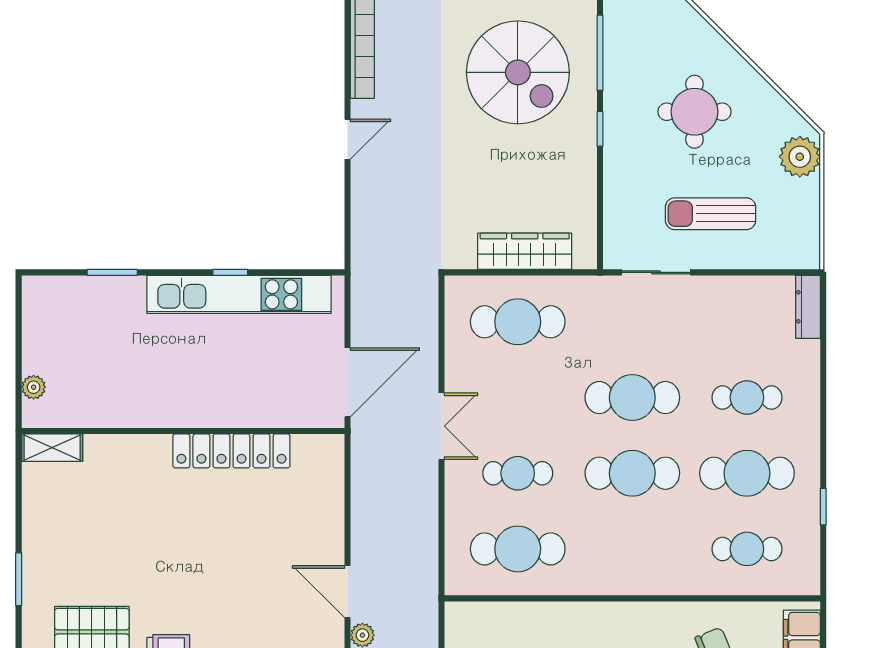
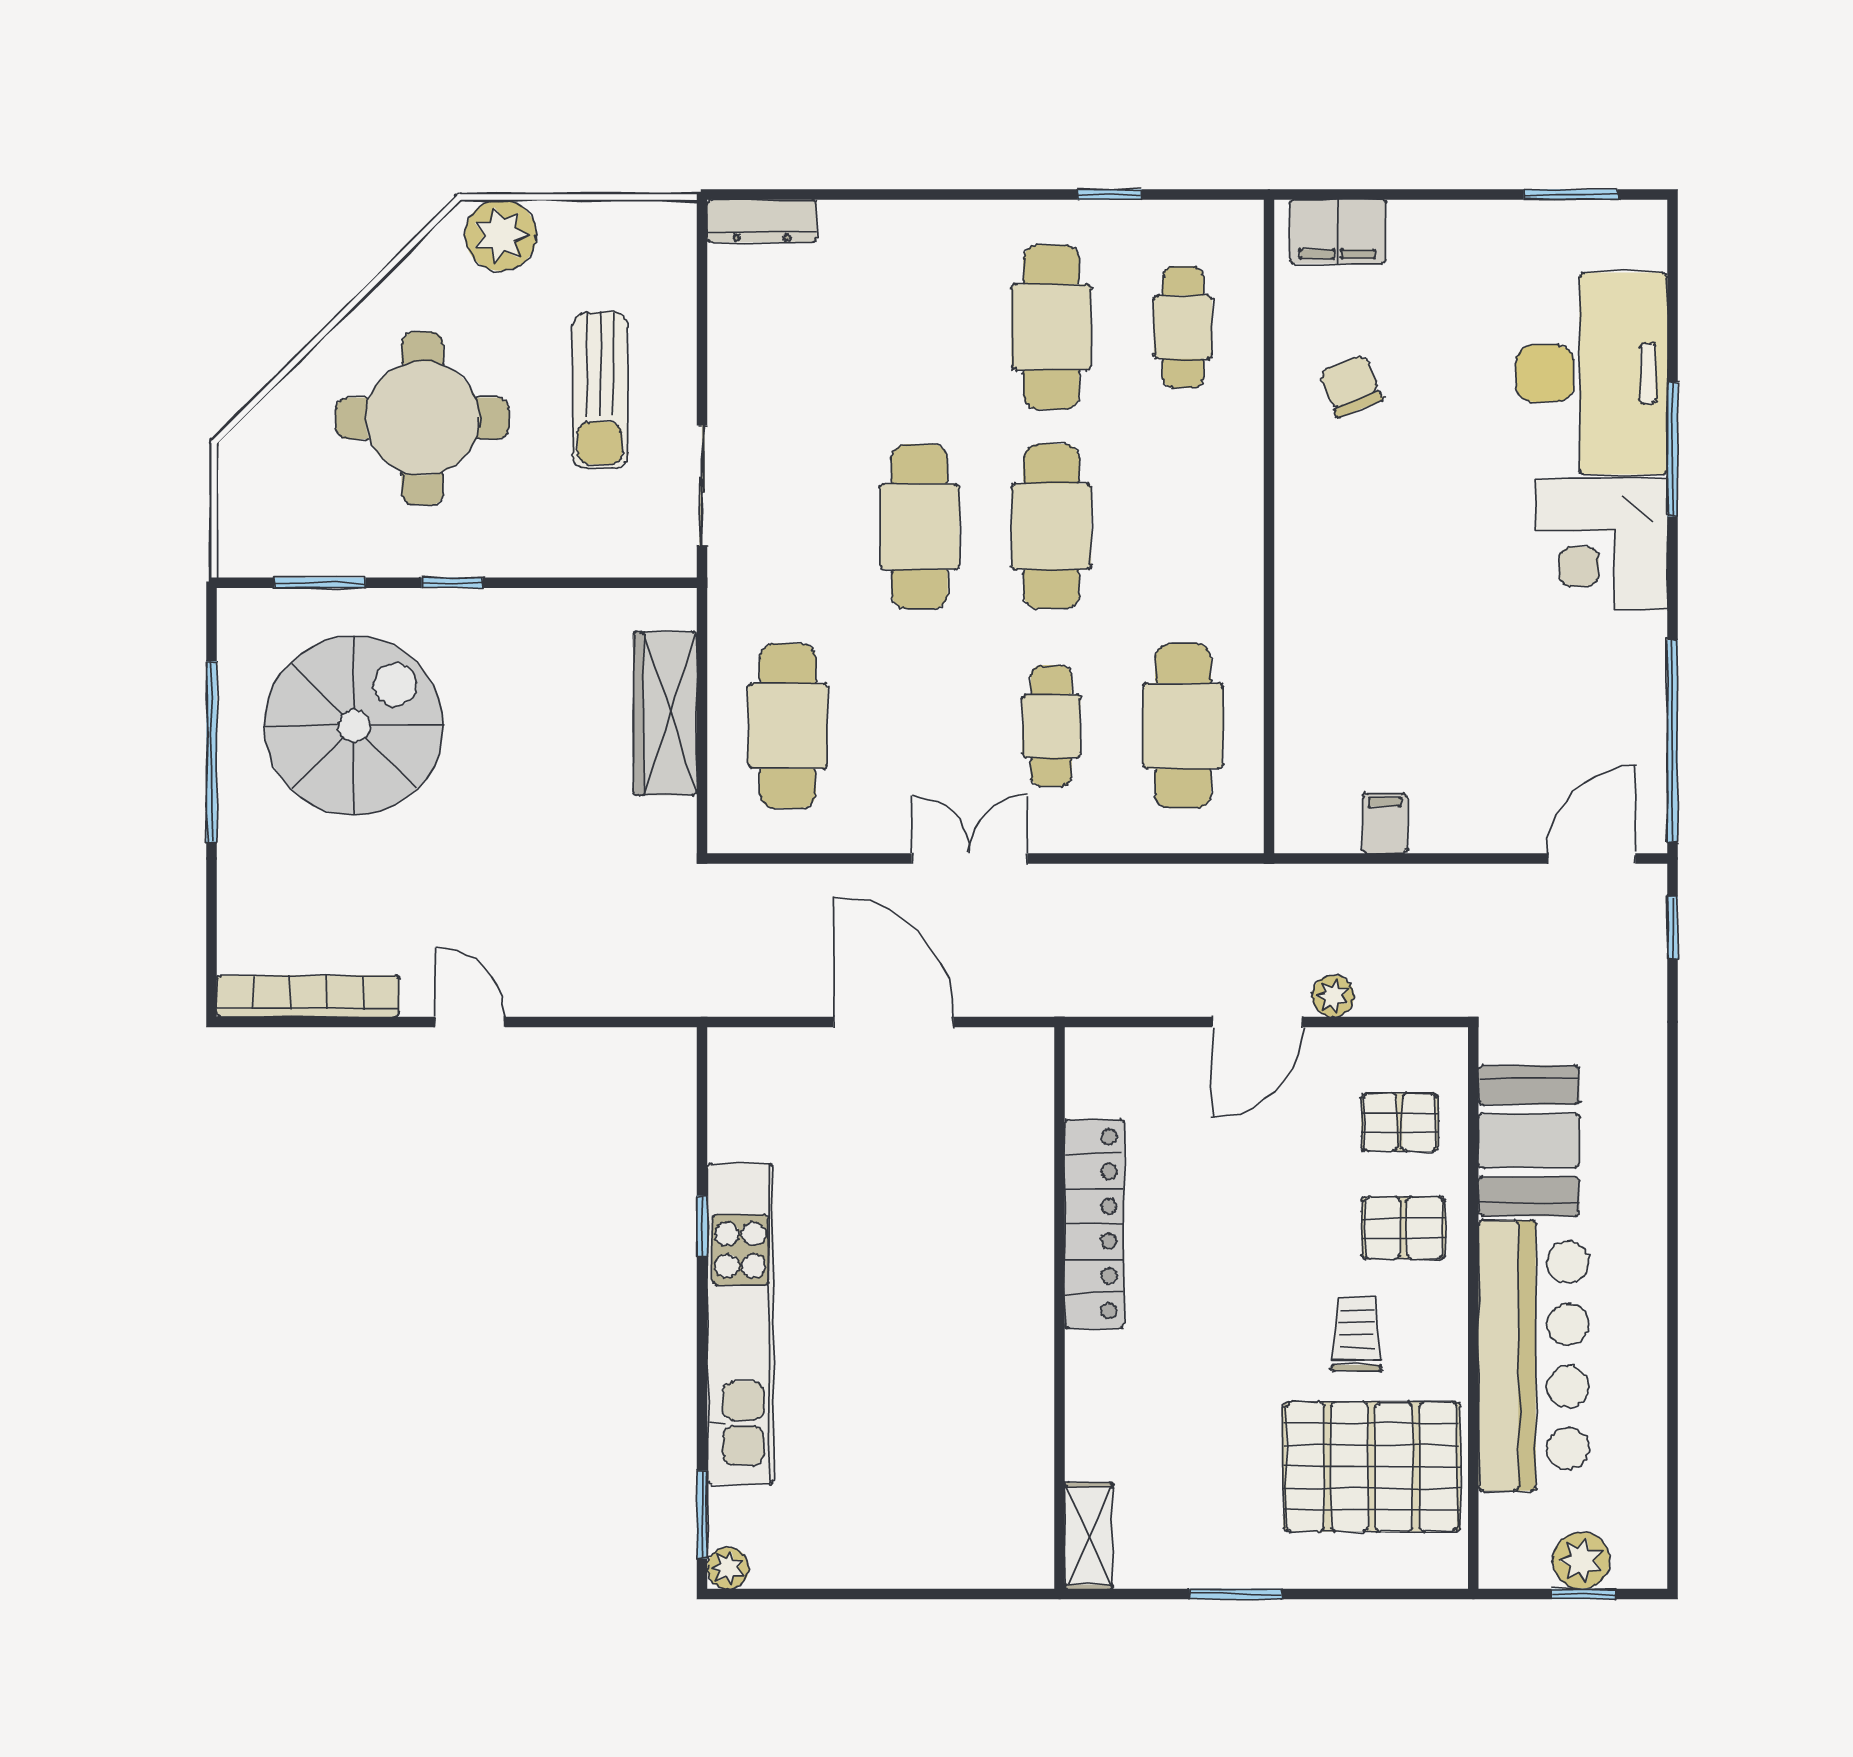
window: (600, 53) -> (320, 583), width x0.69
round table: (694, 112) -> (422, 418), width x1.36, depth x1.36
window: (112, 272) -> (702, 1515), moved
kitchen unit: (239, 294) -> (740, 1324), moved
plant: (34, 387) -> (728, 1568), moved
cafe table: (747, 398) -> (920, 327), removed
wall: (183, 431) -> (1060, 1308), moved
shelving: (52, 448) -> (1089, 1536), moved
locker: (231, 451) -> (1094, 1224), moved

